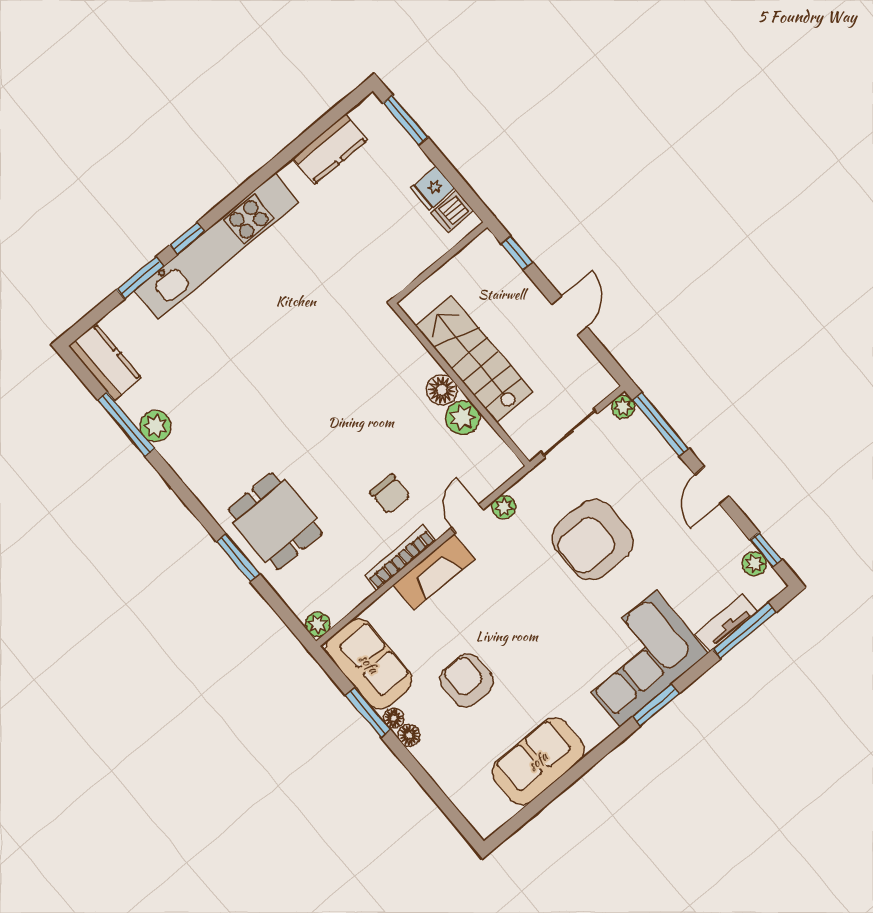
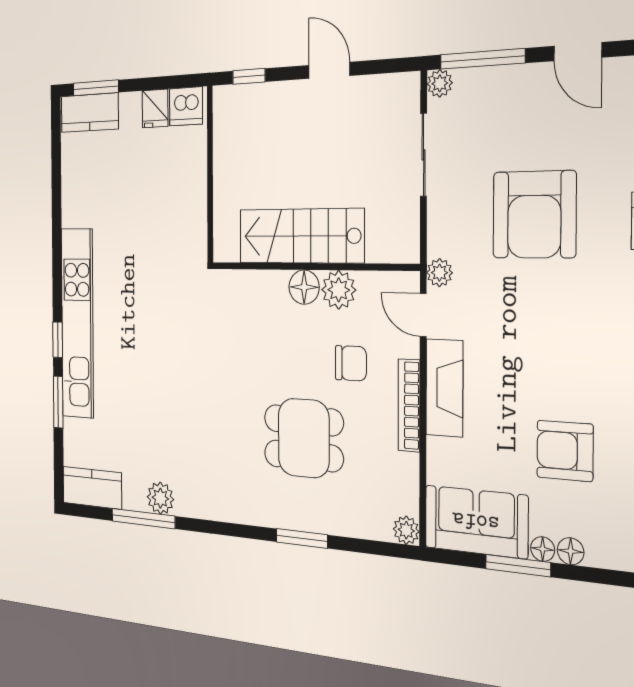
kitchen counter: (330, 149) -> (90, 113), moved, turned 90
dishwasher: (452, 211) -> (186, 106), width x1.38
stairs: (474, 359) -> (301, 236), moved
wall: (461, 385) -> (312, 267), moved
floor lamp: (442, 390) -> (304, 287), moved
plant: (463, 418) -> (339, 290), moved
dining table: (275, 521) -> (304, 438), moved

